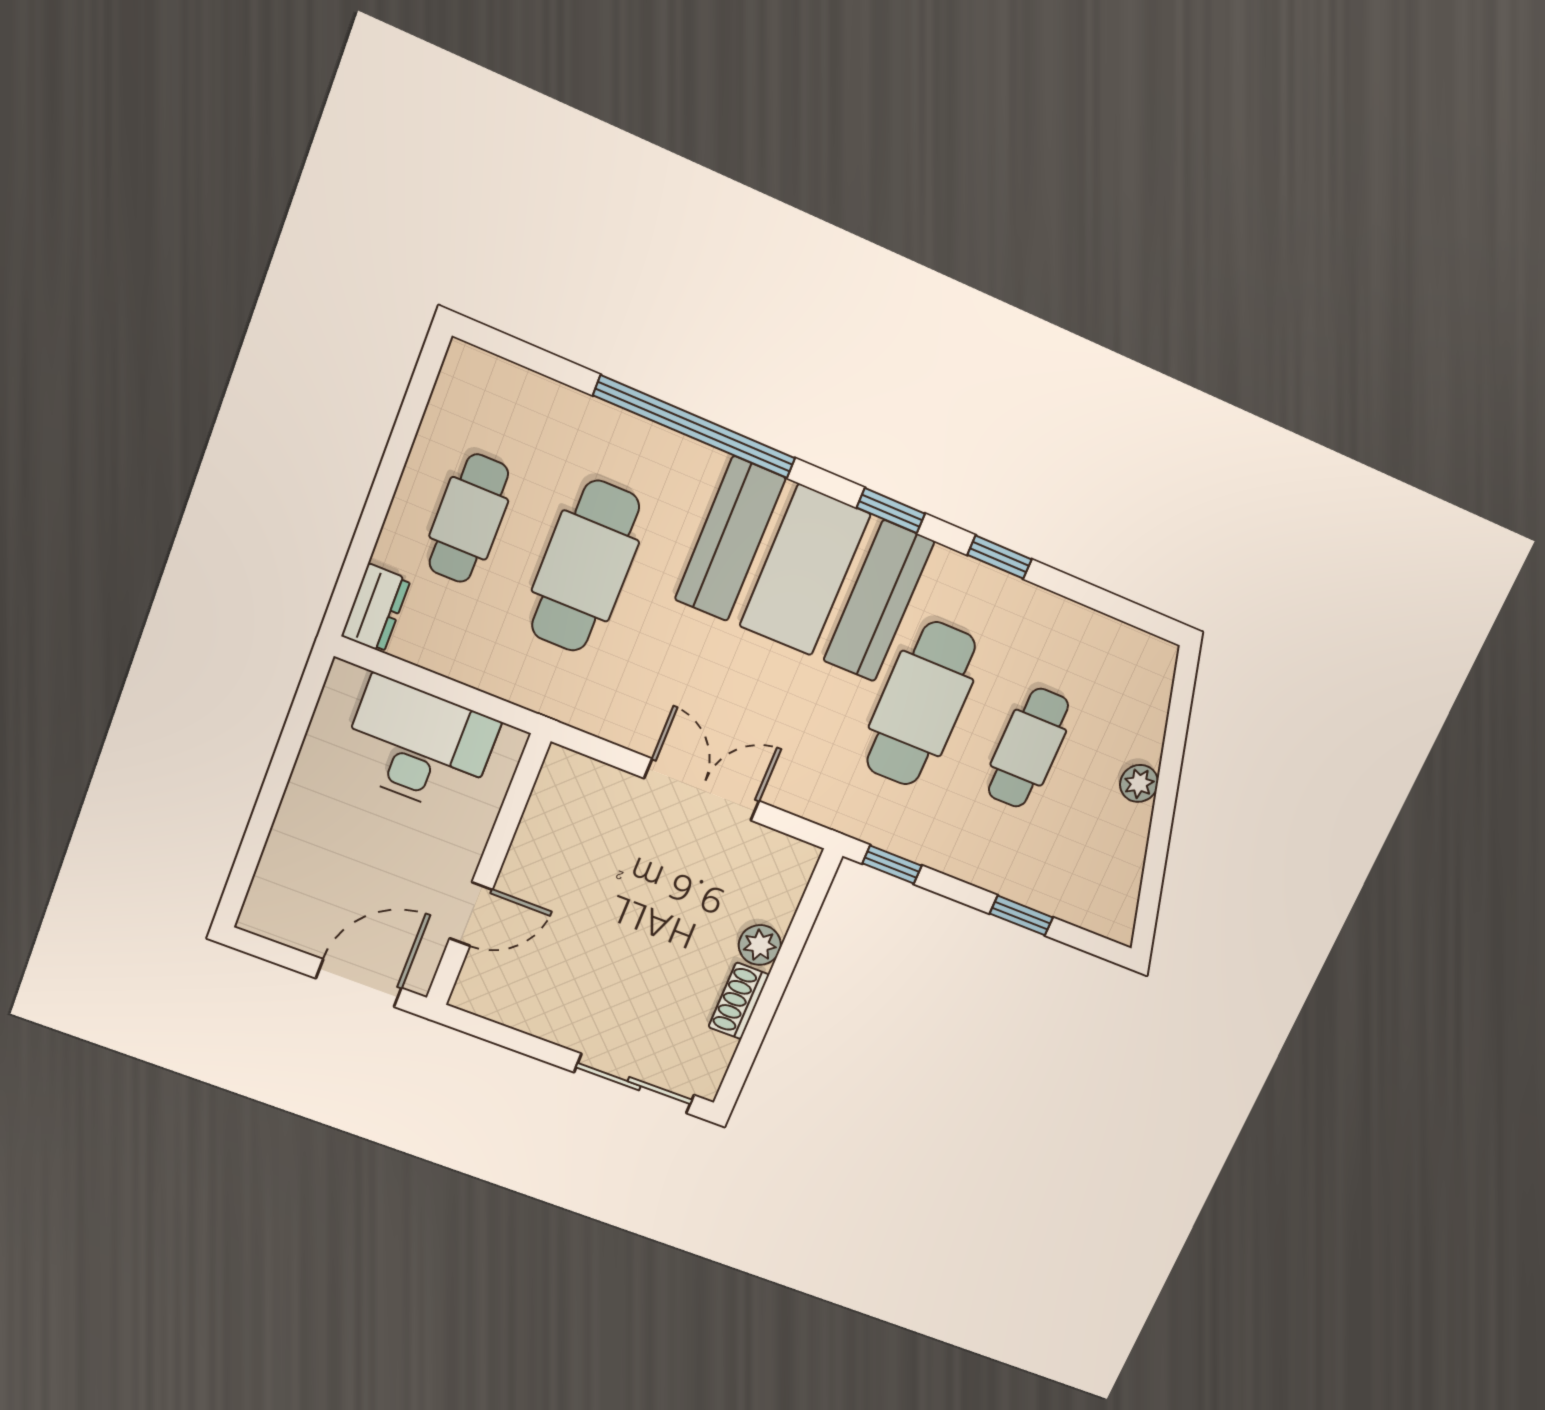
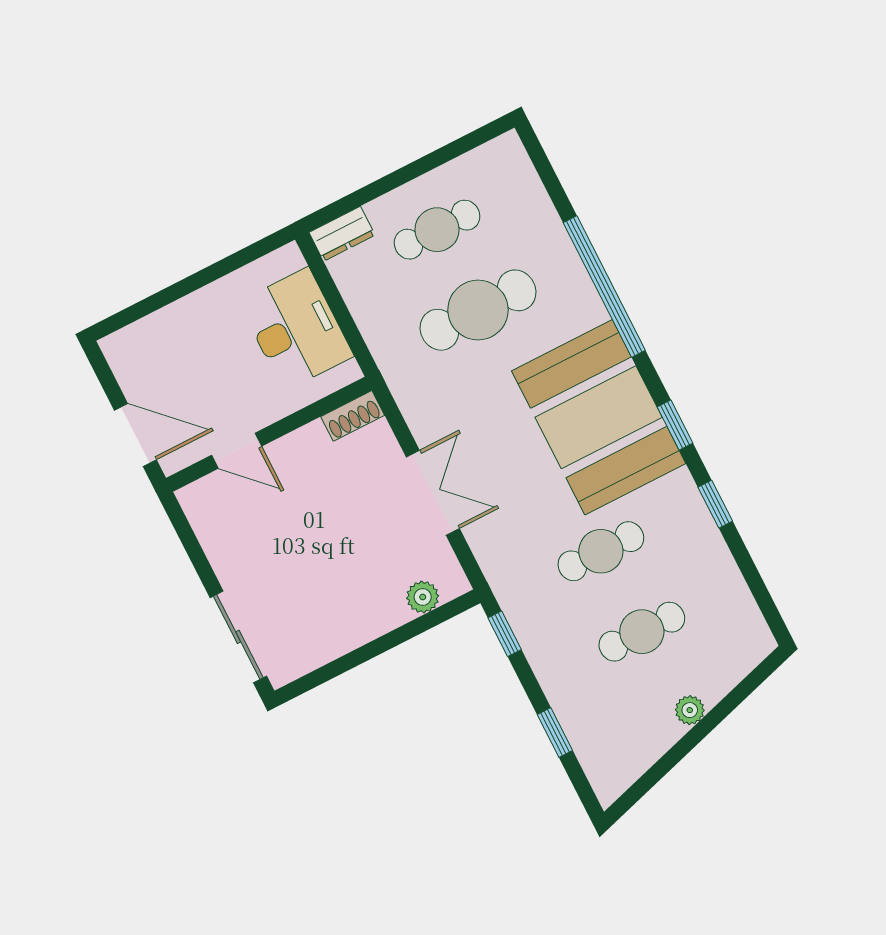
cafe table: (921, 704) -> (601, 551), width x0.73, depth x0.74
plant: (760, 945) -> (423, 597), moved
shoe rack: (739, 1001) -> (353, 416), moved, turned 180

